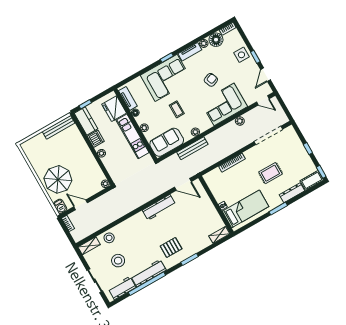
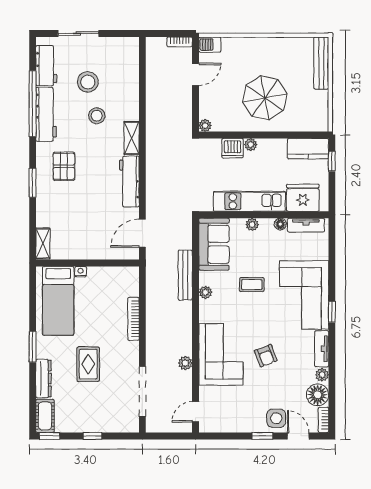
door: (266, 75) -> (298, 436), moved
bench: (59, 127) -> (321, 63), moved
dishwasher: (96, 139) -> (232, 148), moved
parasol: (58, 179) -> (265, 98), moved
stool: (109, 238) -> (97, 116), moved
shelving: (89, 246) -> (132, 138), moved

